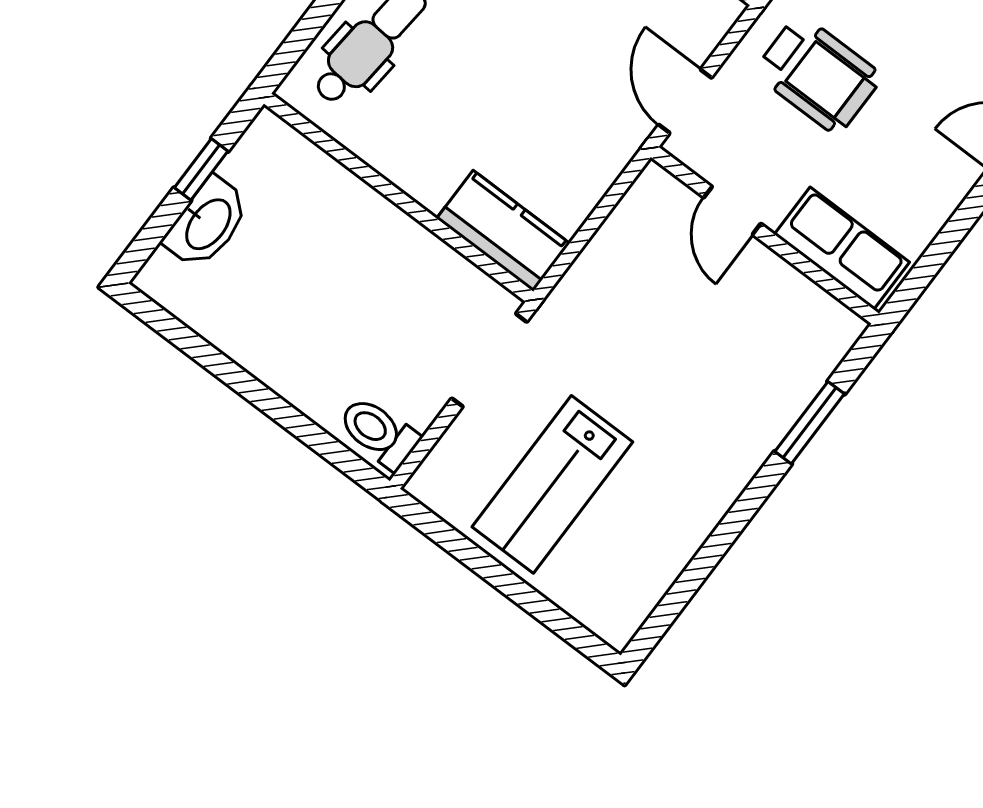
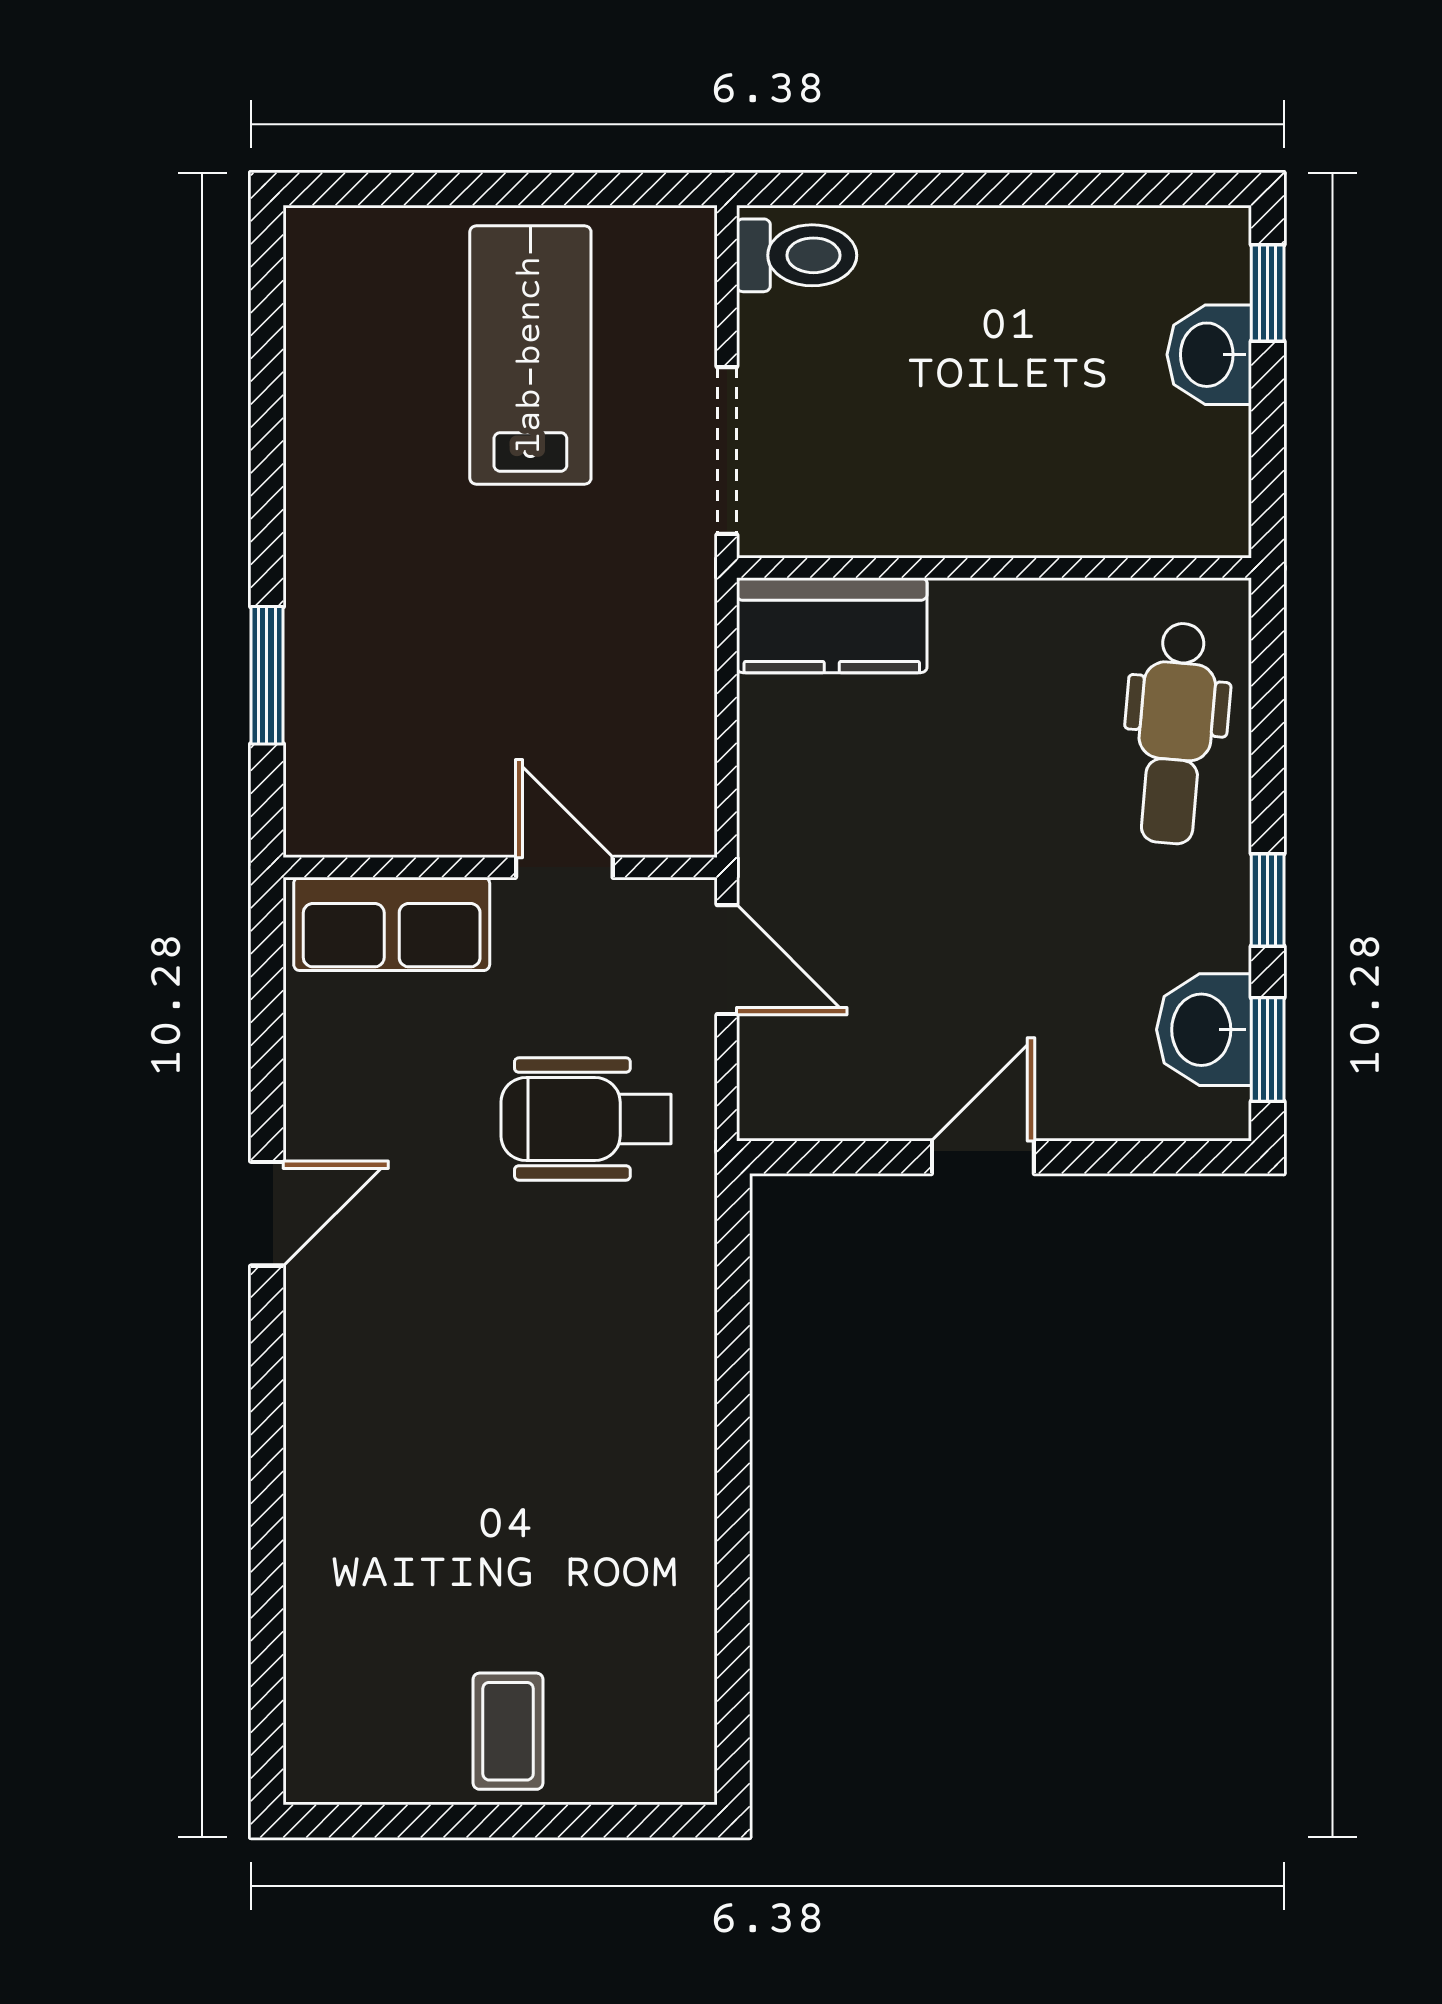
window: (201, 169) -> (1268, 293), moved
washbasin: (207, 223) -> (1209, 355), width x0.72

